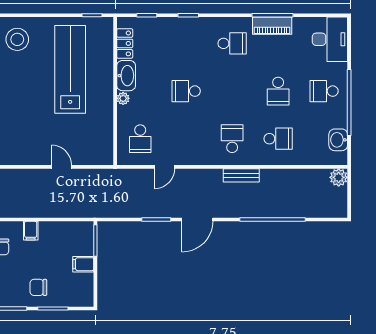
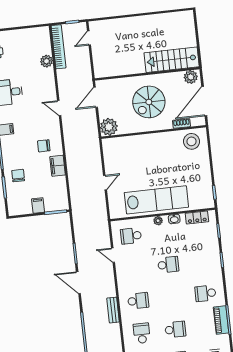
school desk: (232, 43) -> (205, 293), turned 90
lab bench: (70, 69) -> (156, 200), moved
washbasin: (126, 76) -> (174, 219), width x0.52, depth x0.69
school desk: (186, 91) -> (168, 265), turned 90
school desk: (278, 91) -> (175, 329), turned 180
school desk: (278, 139) -> (142, 333), turned 180
filing cabinet: (31, 231) -> (58, 166), width x2.00

